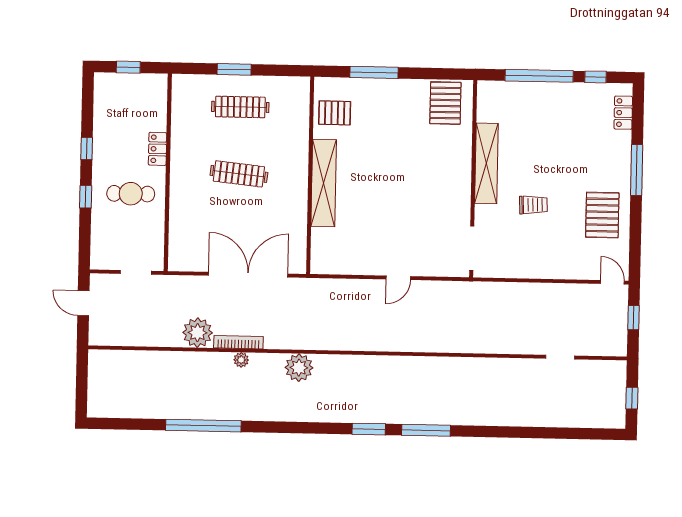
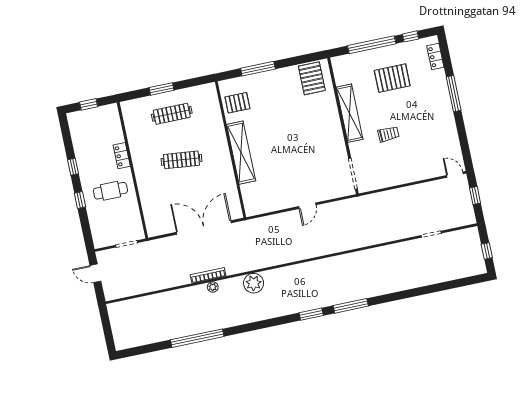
pallet: (602, 215) -> (392, 78), moved, turned 90
plant: (198, 333) -> (178, 275), removed

